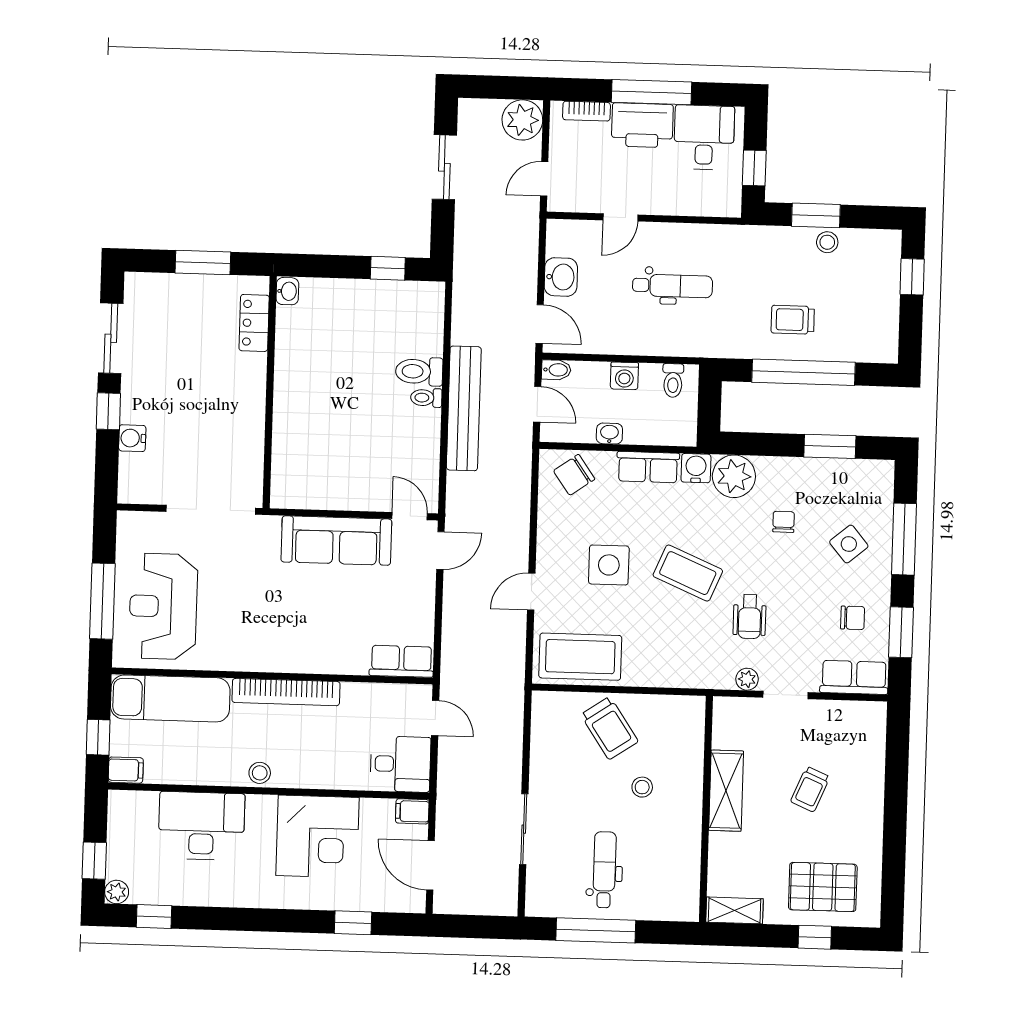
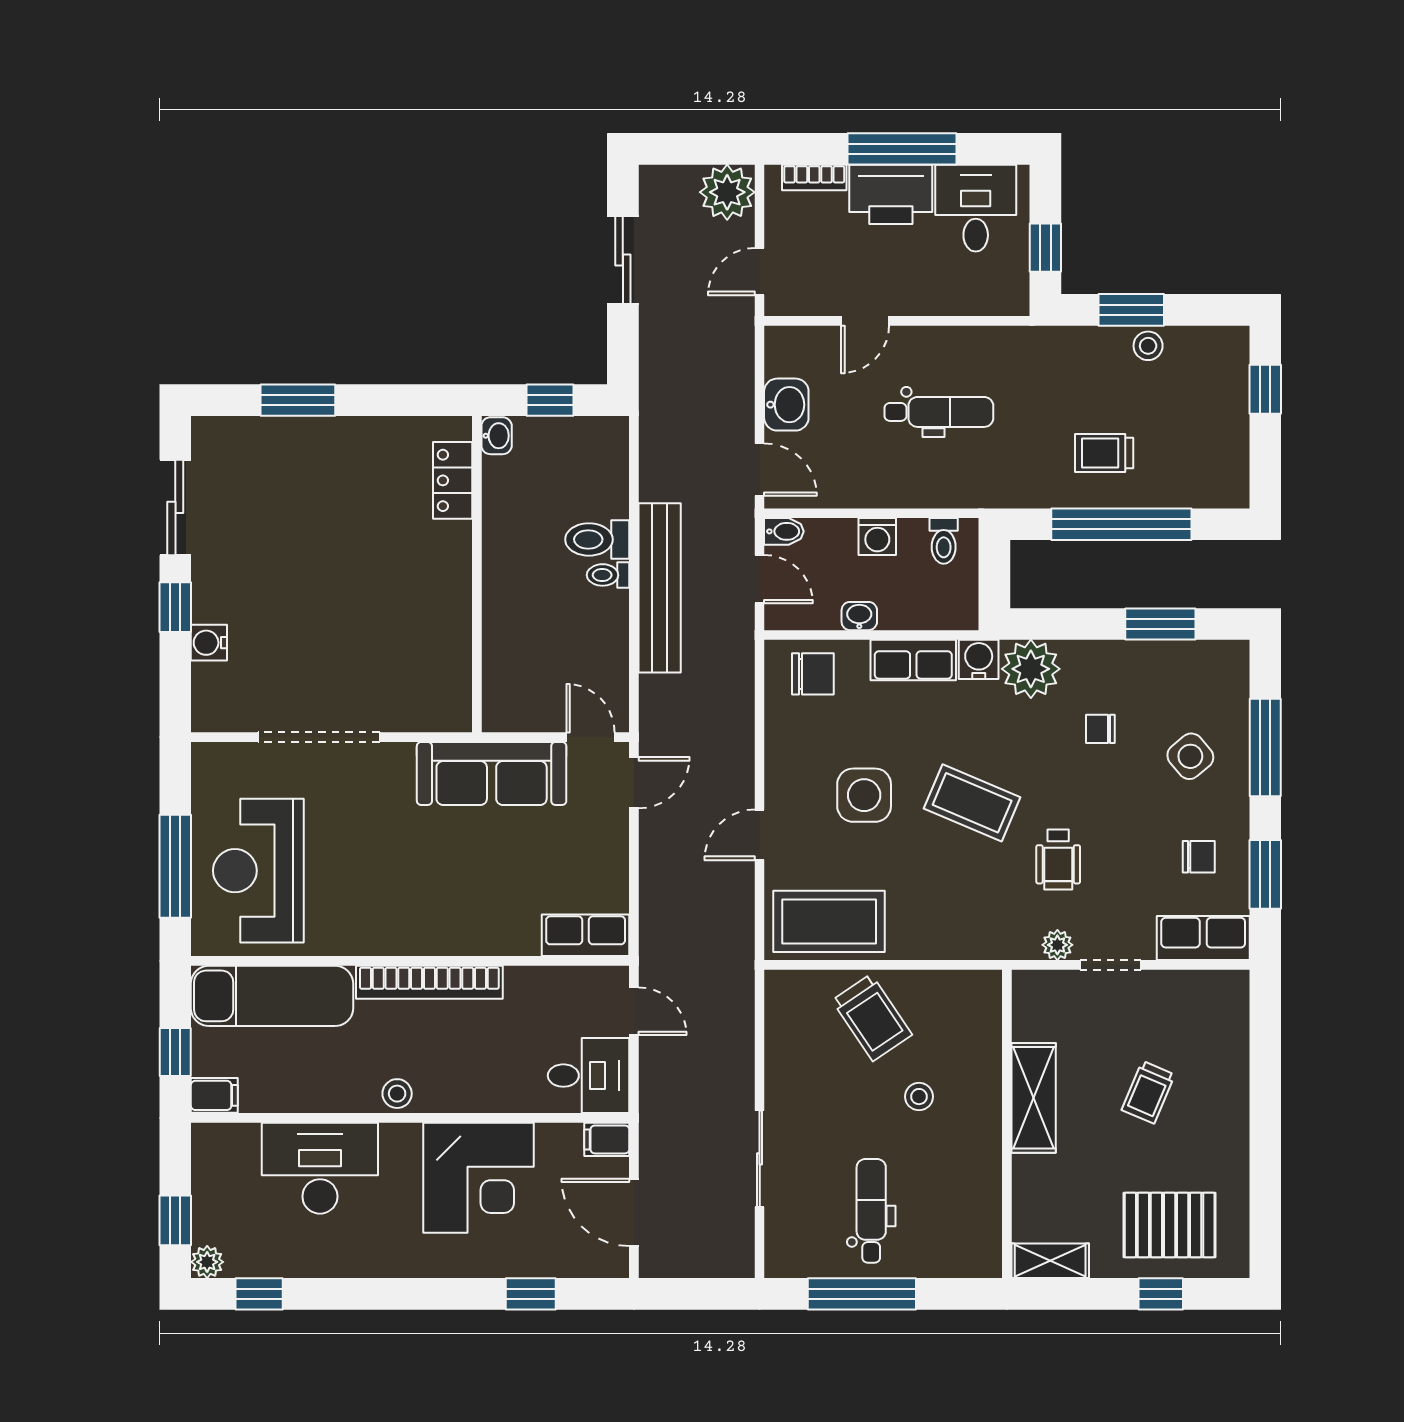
washbasin: (287, 291) -> (497, 436), moved
locker: (254, 323) -> (453, 480), moved
wall: (270, 392) -> (477, 574), moved
chair: (574, 475) -> (813, 674), turned -145
chair: (784, 522) -> (1100, 729), turned -90

